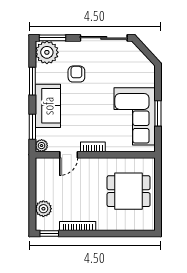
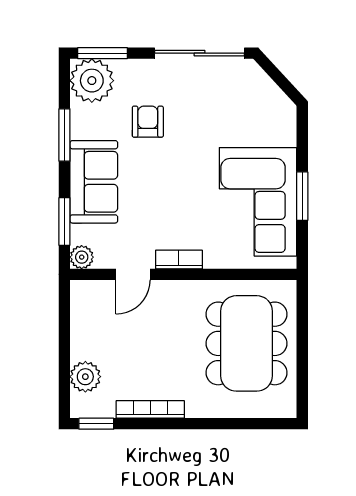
dining table: (129, 191) -> (247, 343), width x1.38

